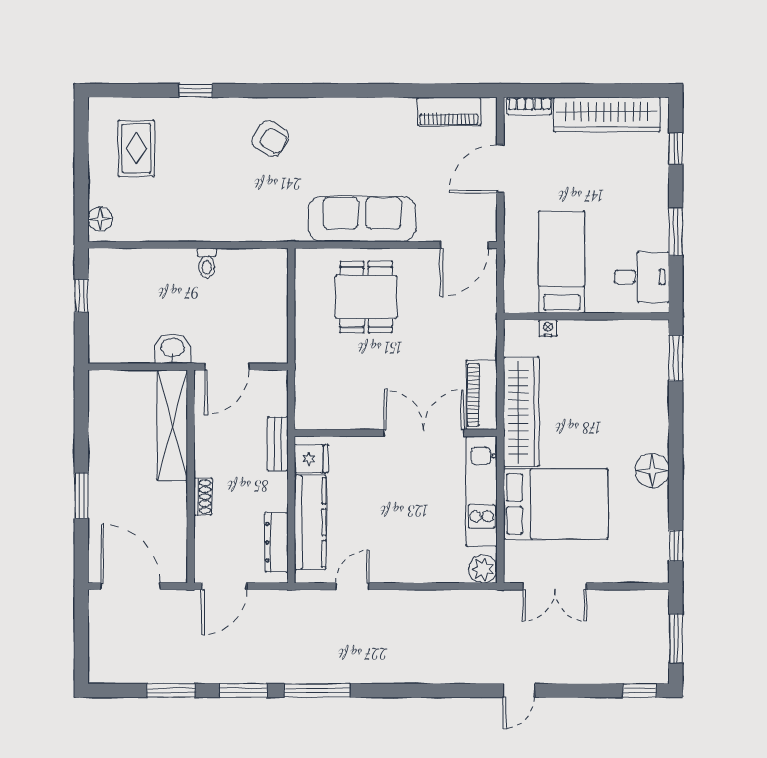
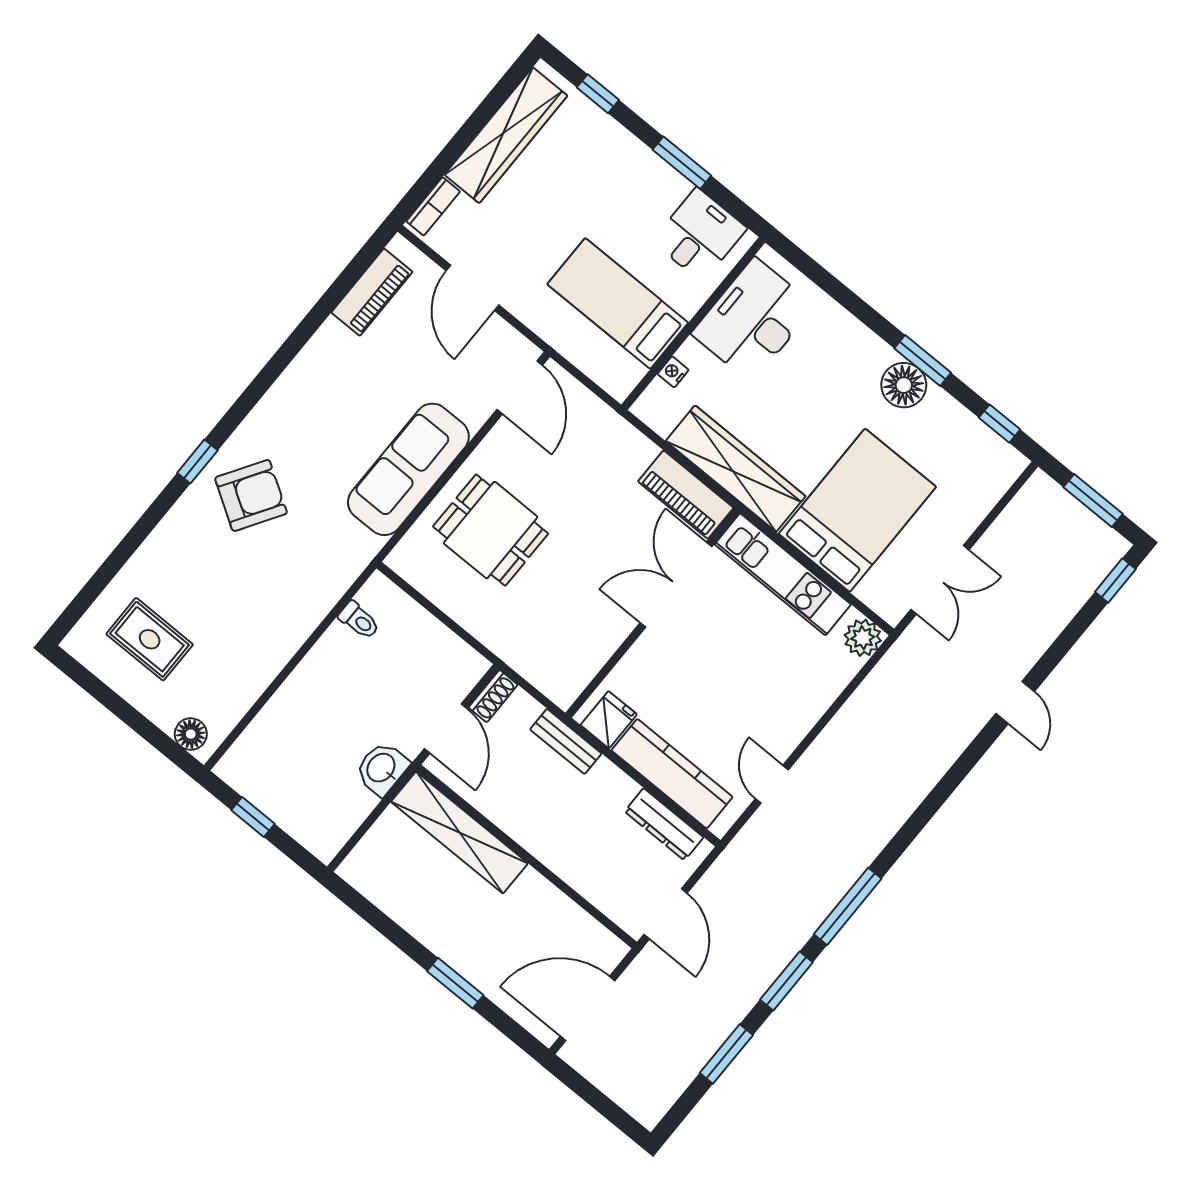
window: (196, 91) -> (197, 462), moved
armchair: (270, 139) -> (251, 495), width x1.38, depth x1.38
toilet: (207, 263) -> (359, 620), moved
desk: (618, 350) -> (753, 320), added
window: (676, 358) -> (923, 361), moved
shoe rack: (203, 497) -> (493, 696), moved, turned 90

